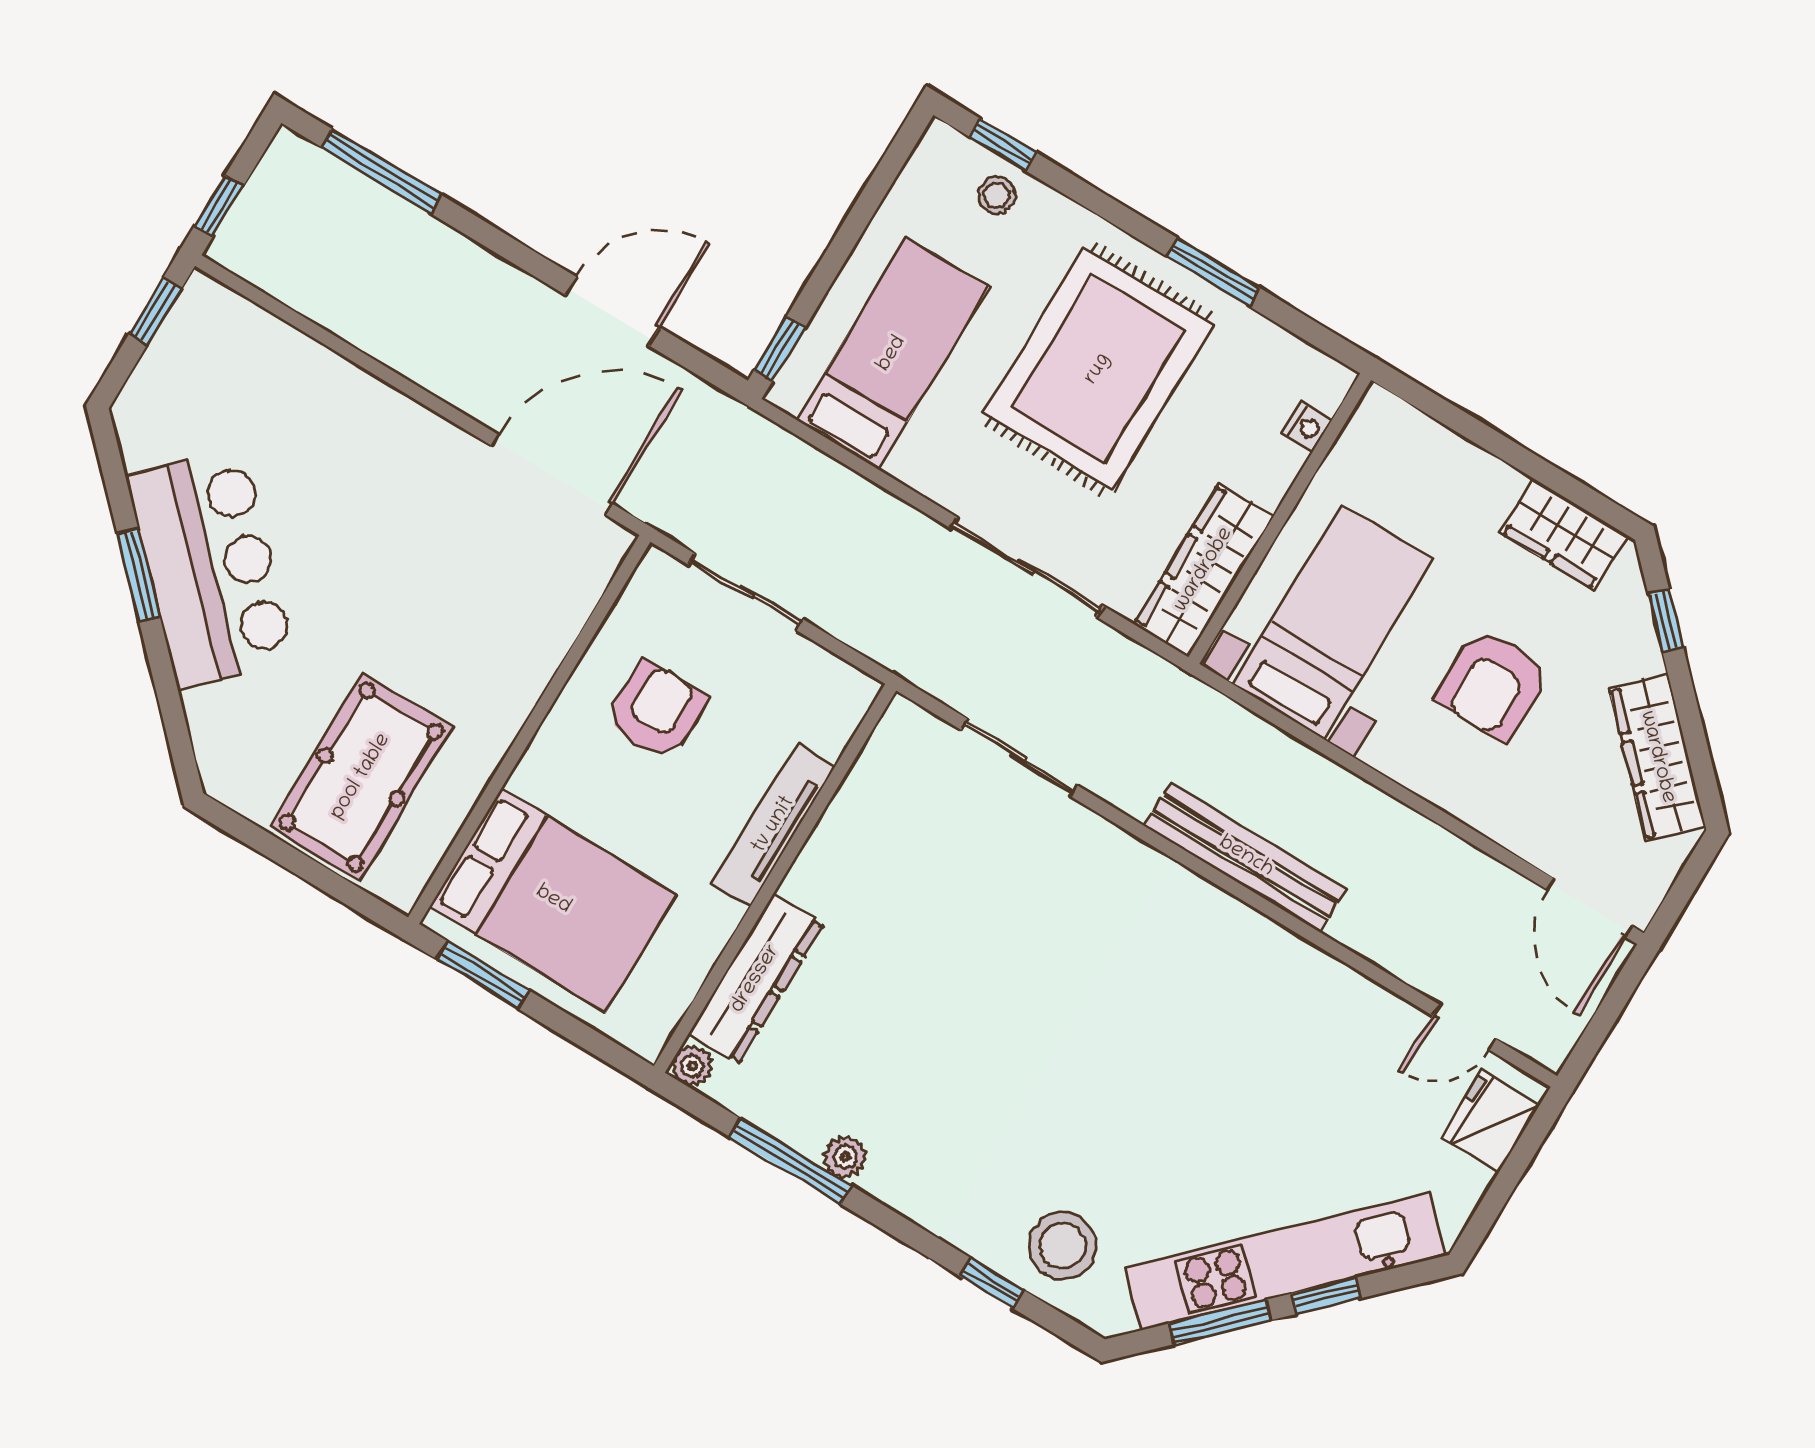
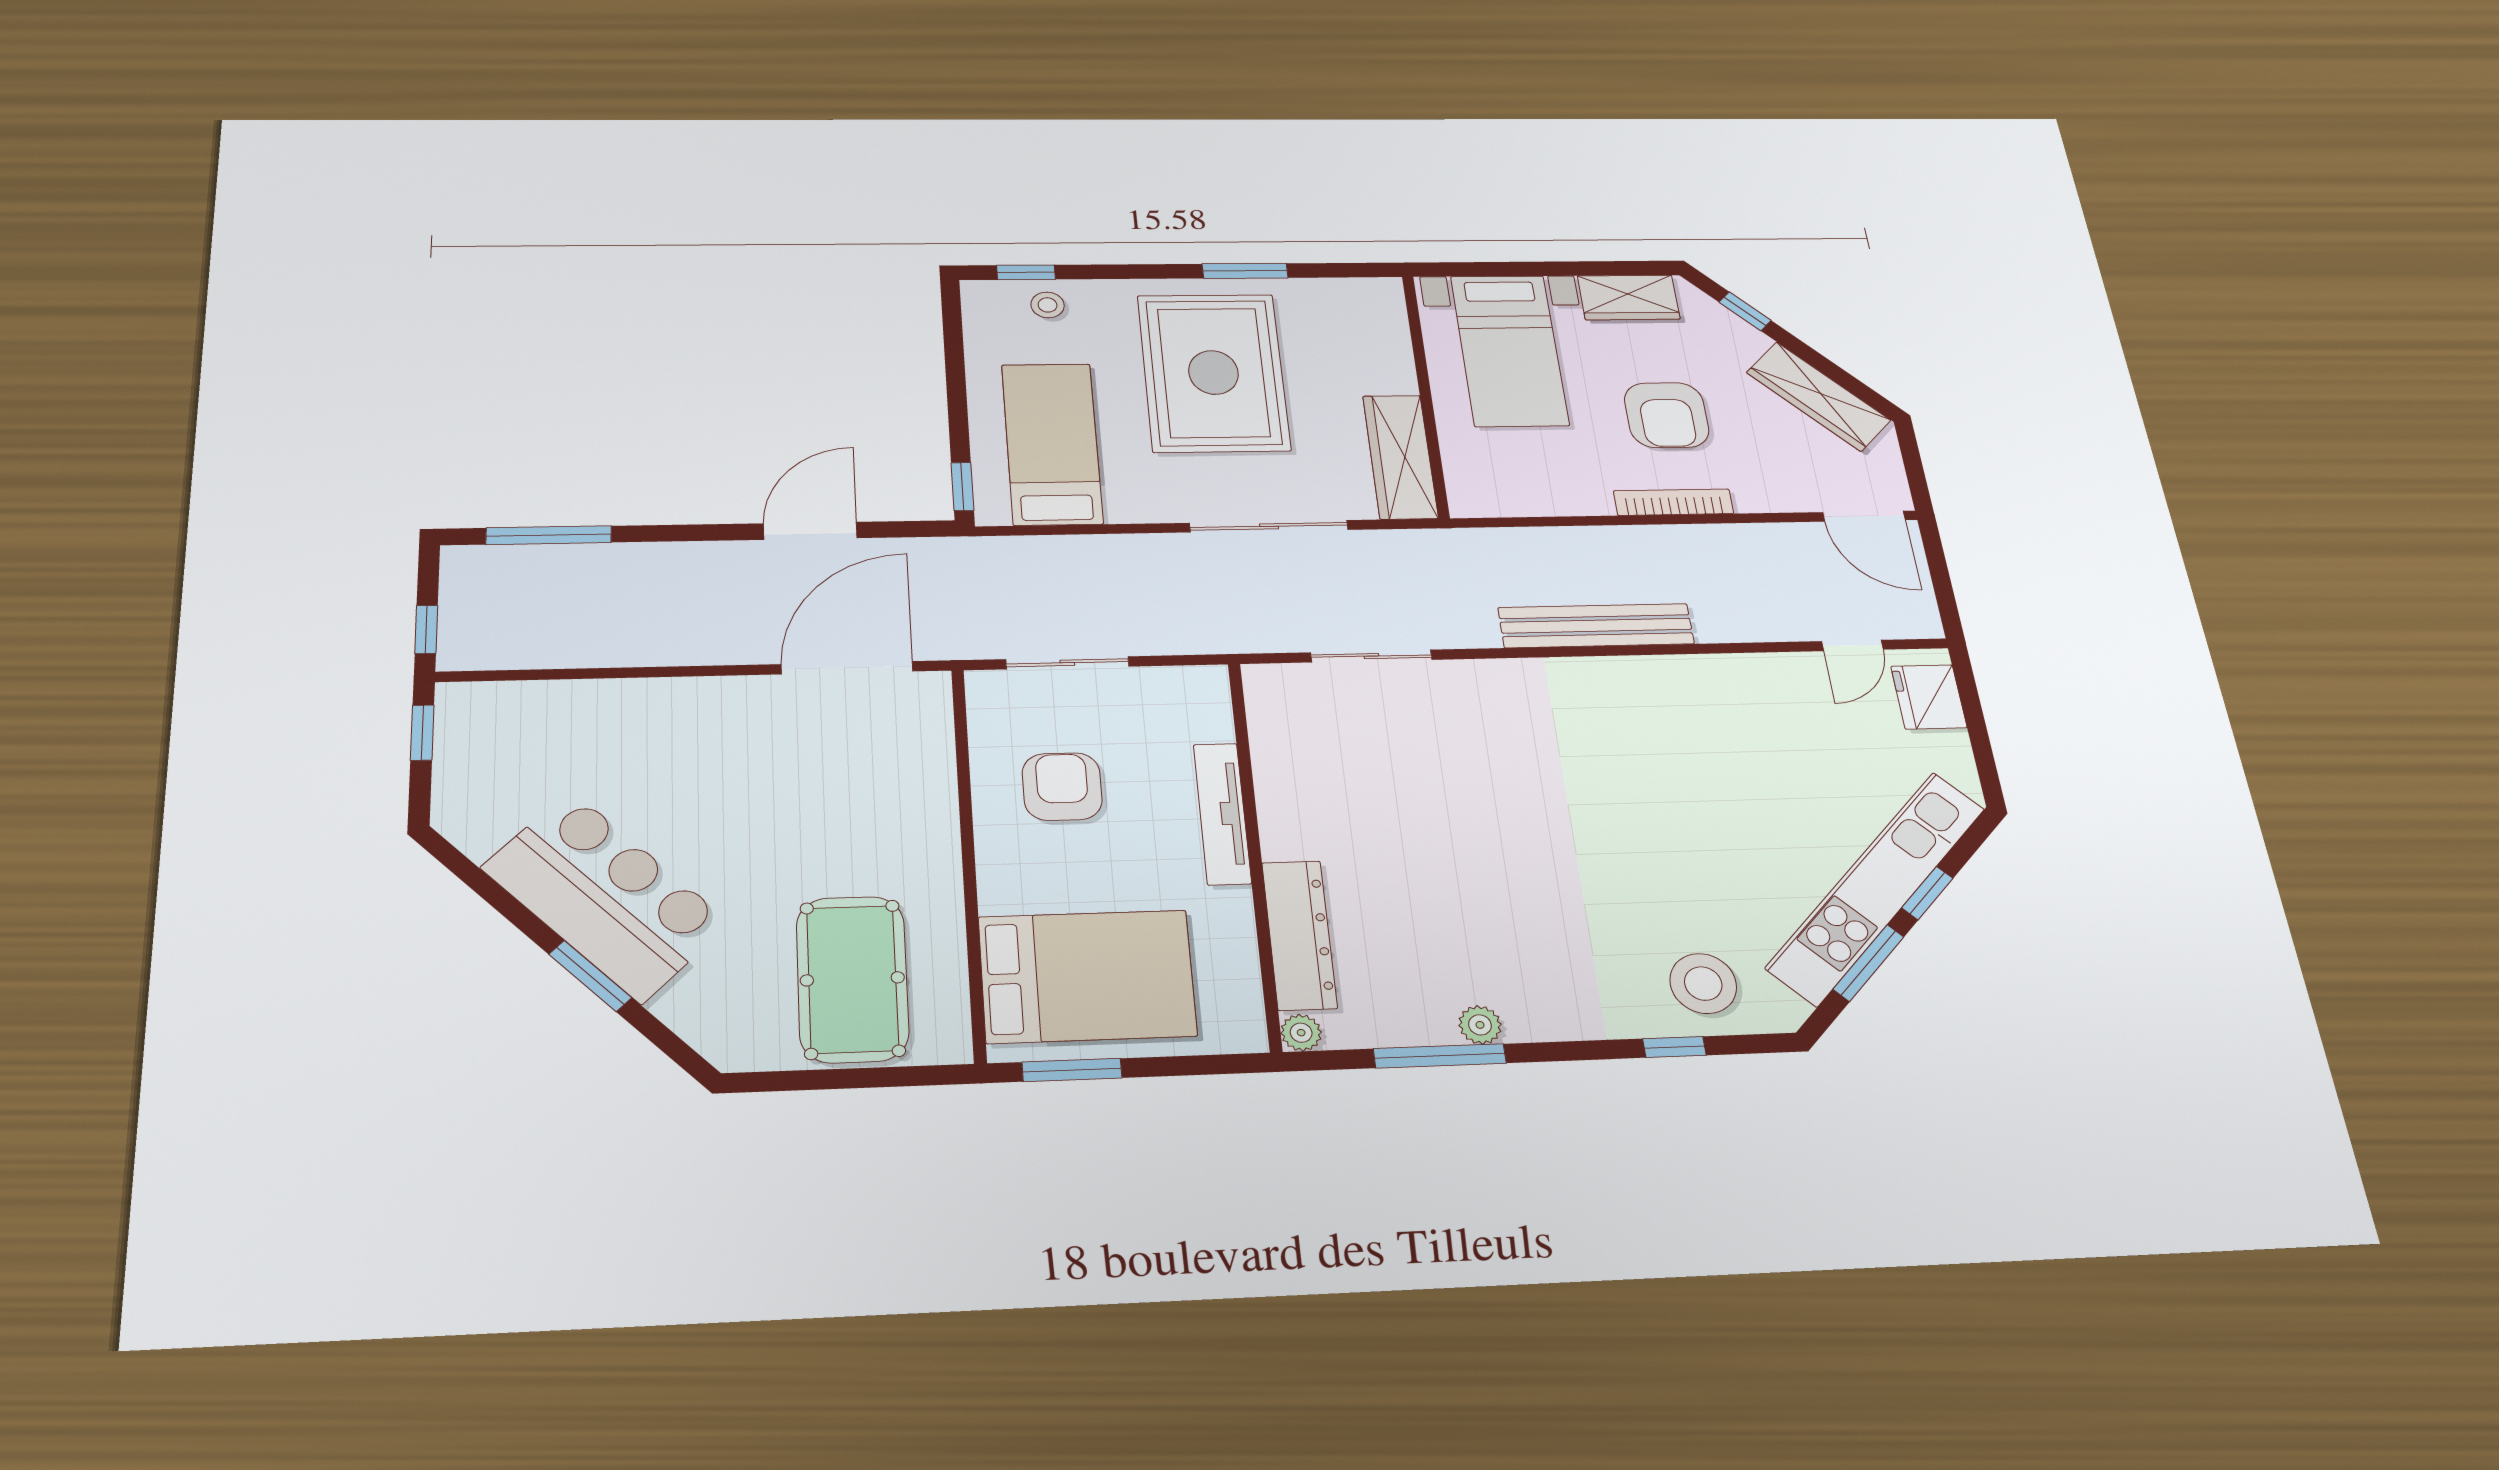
nightstand: (1307, 427) -> (1394, 329), removed
window: (139, 575) -> (590, 976), moved
bed with nightstands: (1333, 622) -> (1509, 350), moved, turned 180
bookcase: (1422, 779) -> (1674, 502), added

